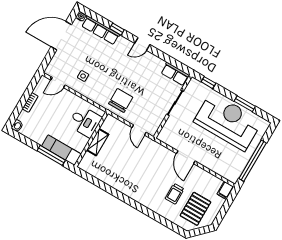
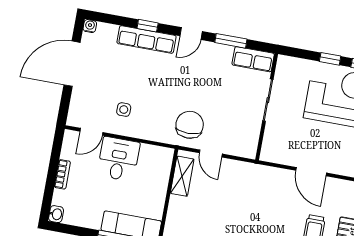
row of seats: (101, 30) -> (146, 39), moved
window: (165, 57) -> (231, 41), added
window: (208, 83) -> (330, 59), moved
desk: (85, 121) -> (118, 159), moved, turned -90
door: (139, 130) -> (211, 153), moved
shelving: (98, 142) -> (182, 176), moved

